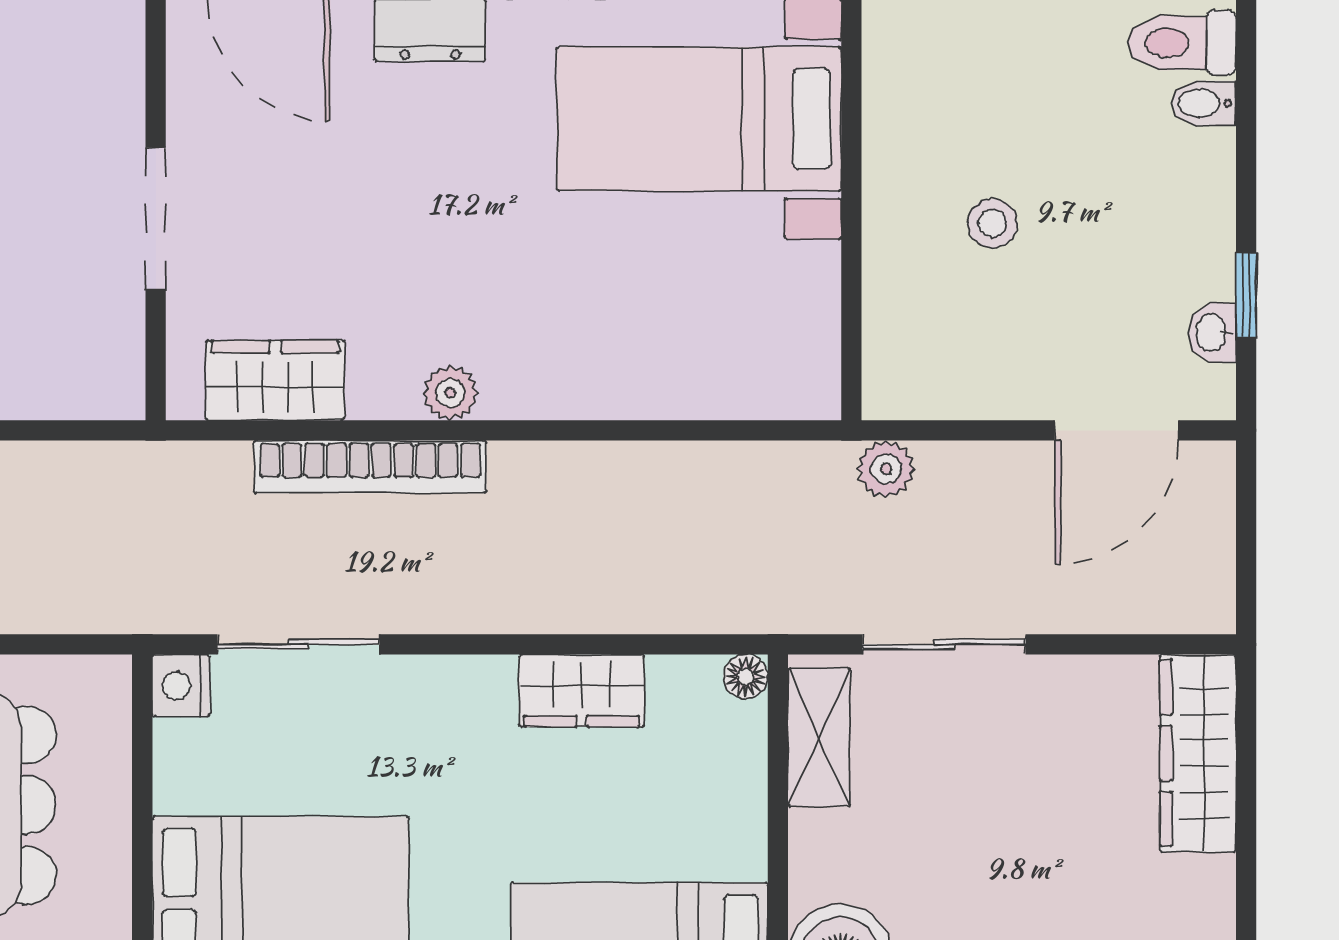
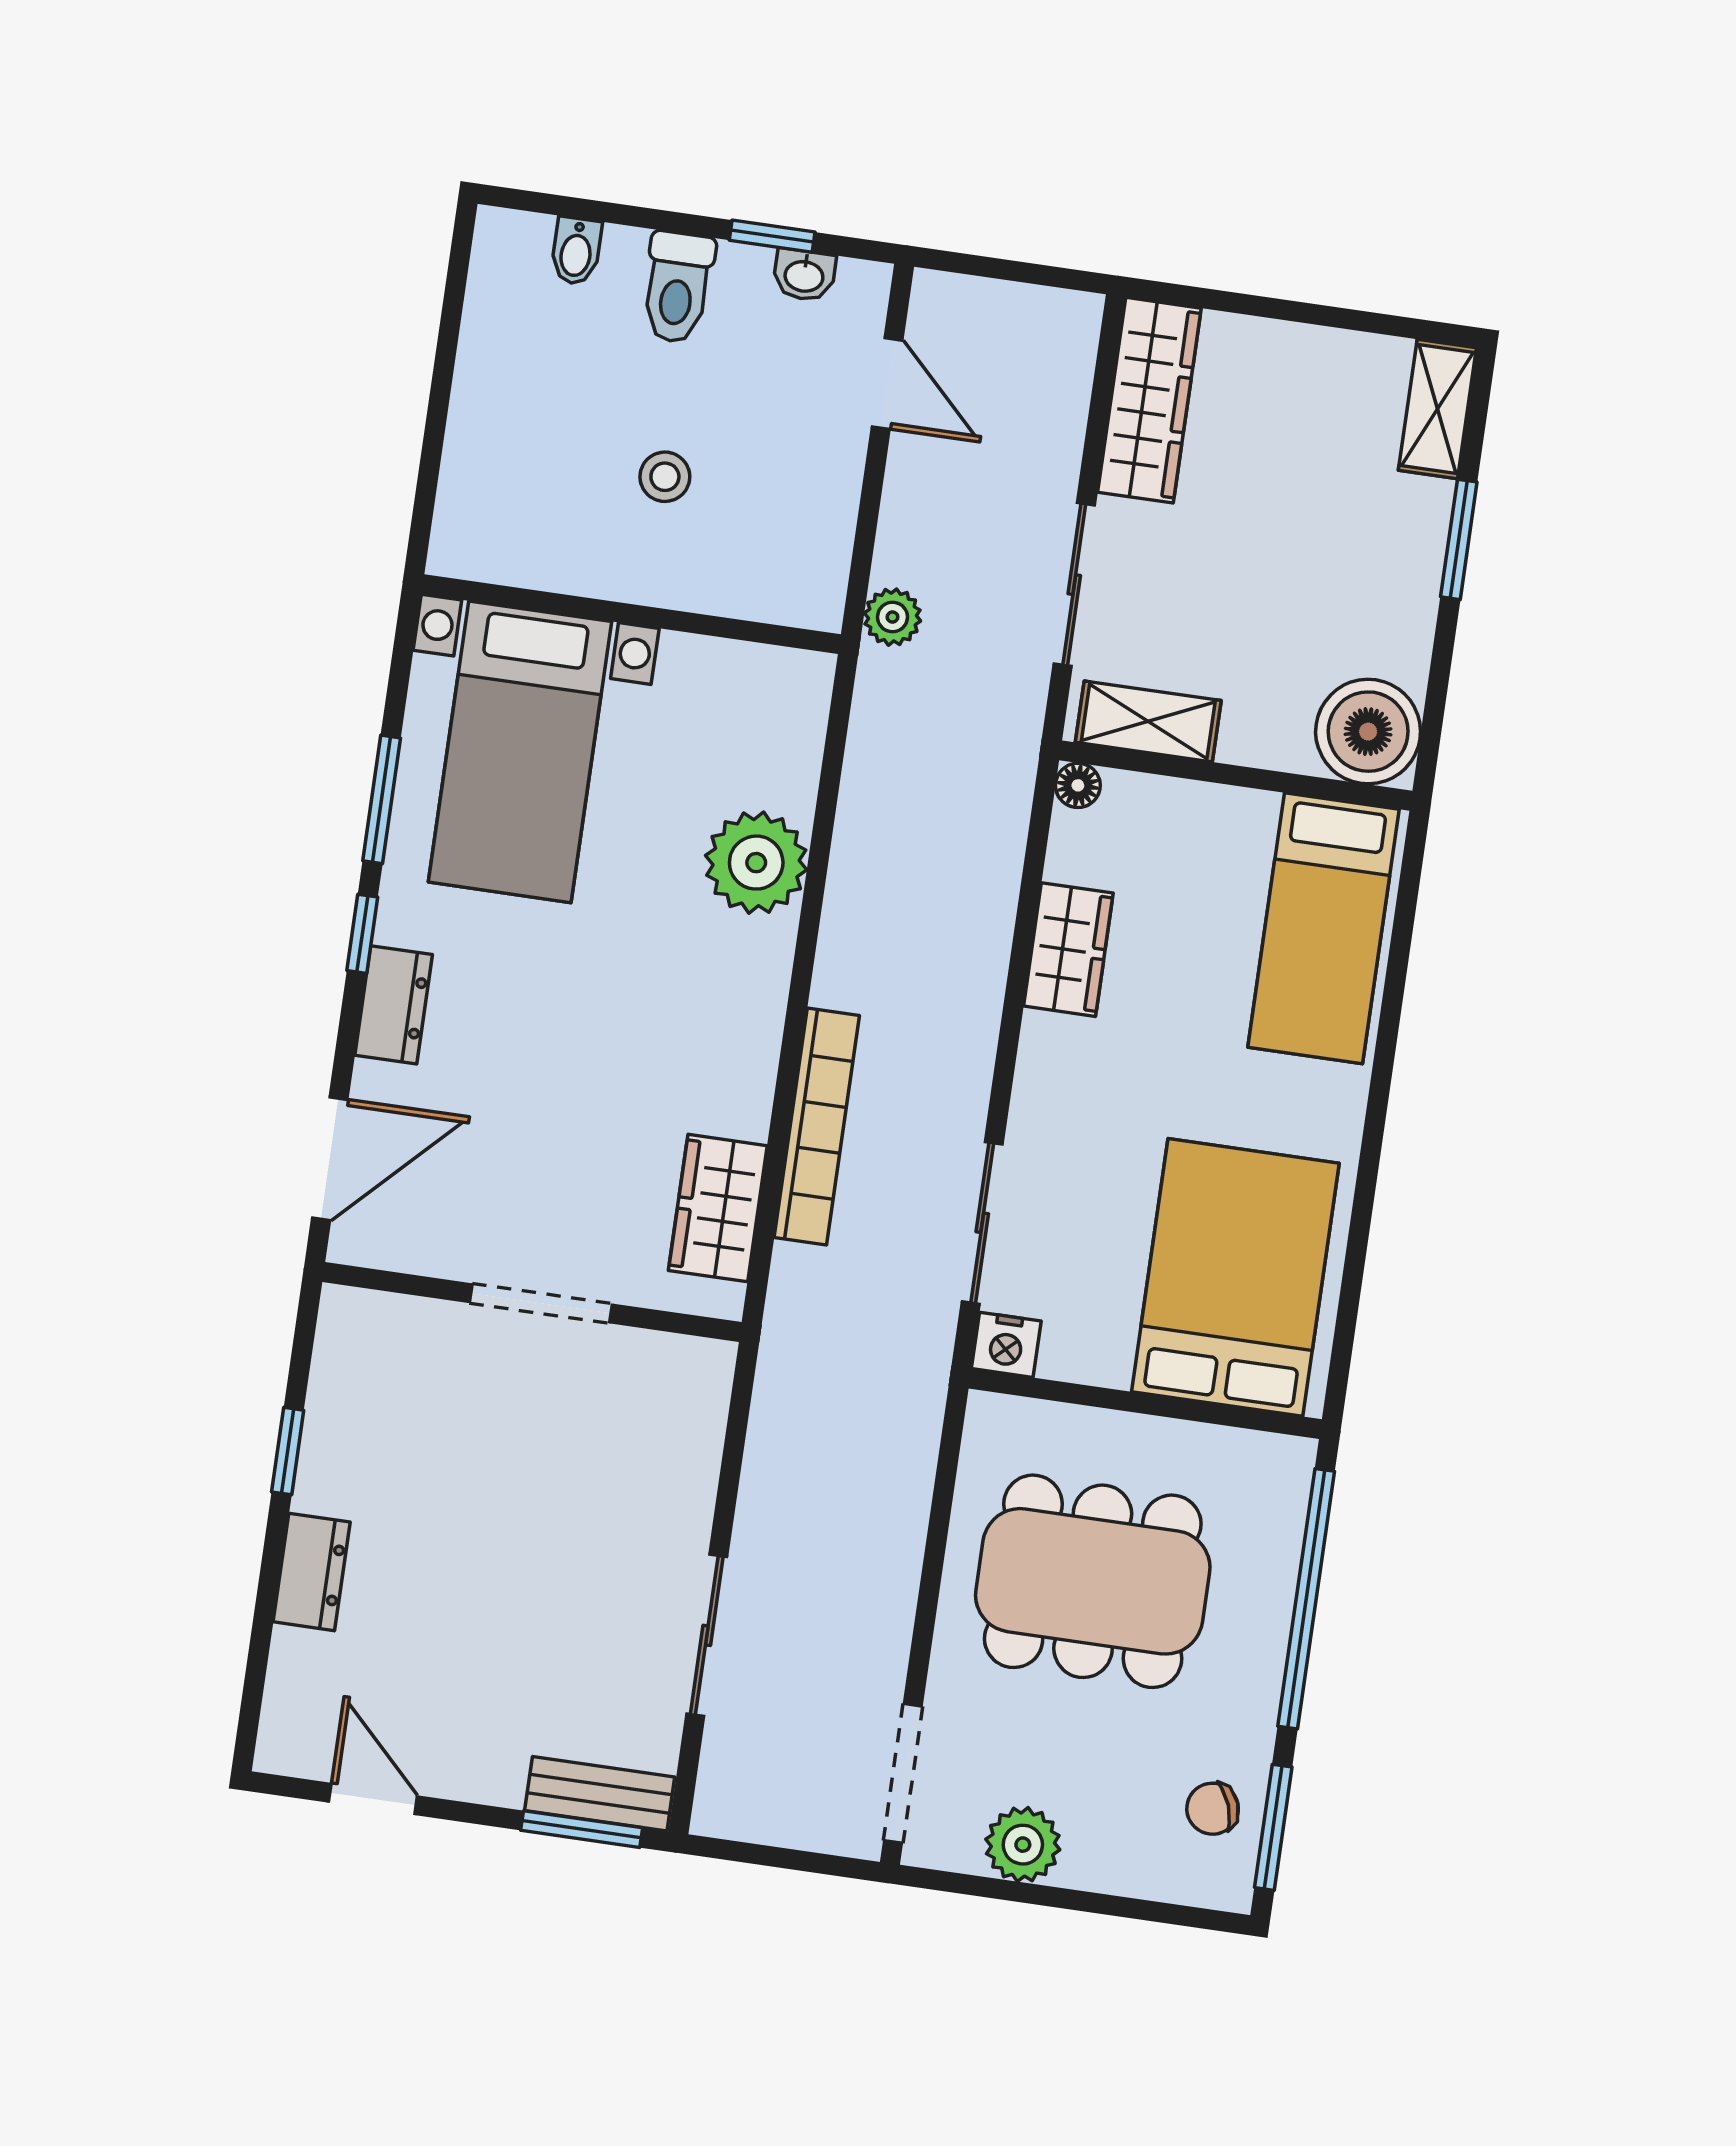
toilet: (1182, 43) -> (678, 287), moved
plant: (450, 393) -> (756, 863), moved, width x1.88, depth x1.88
door: (1117, 430) -> (887, 383), width x0.73
wardrobe: (1198, 753) -> (1149, 400), moved, turned -90

